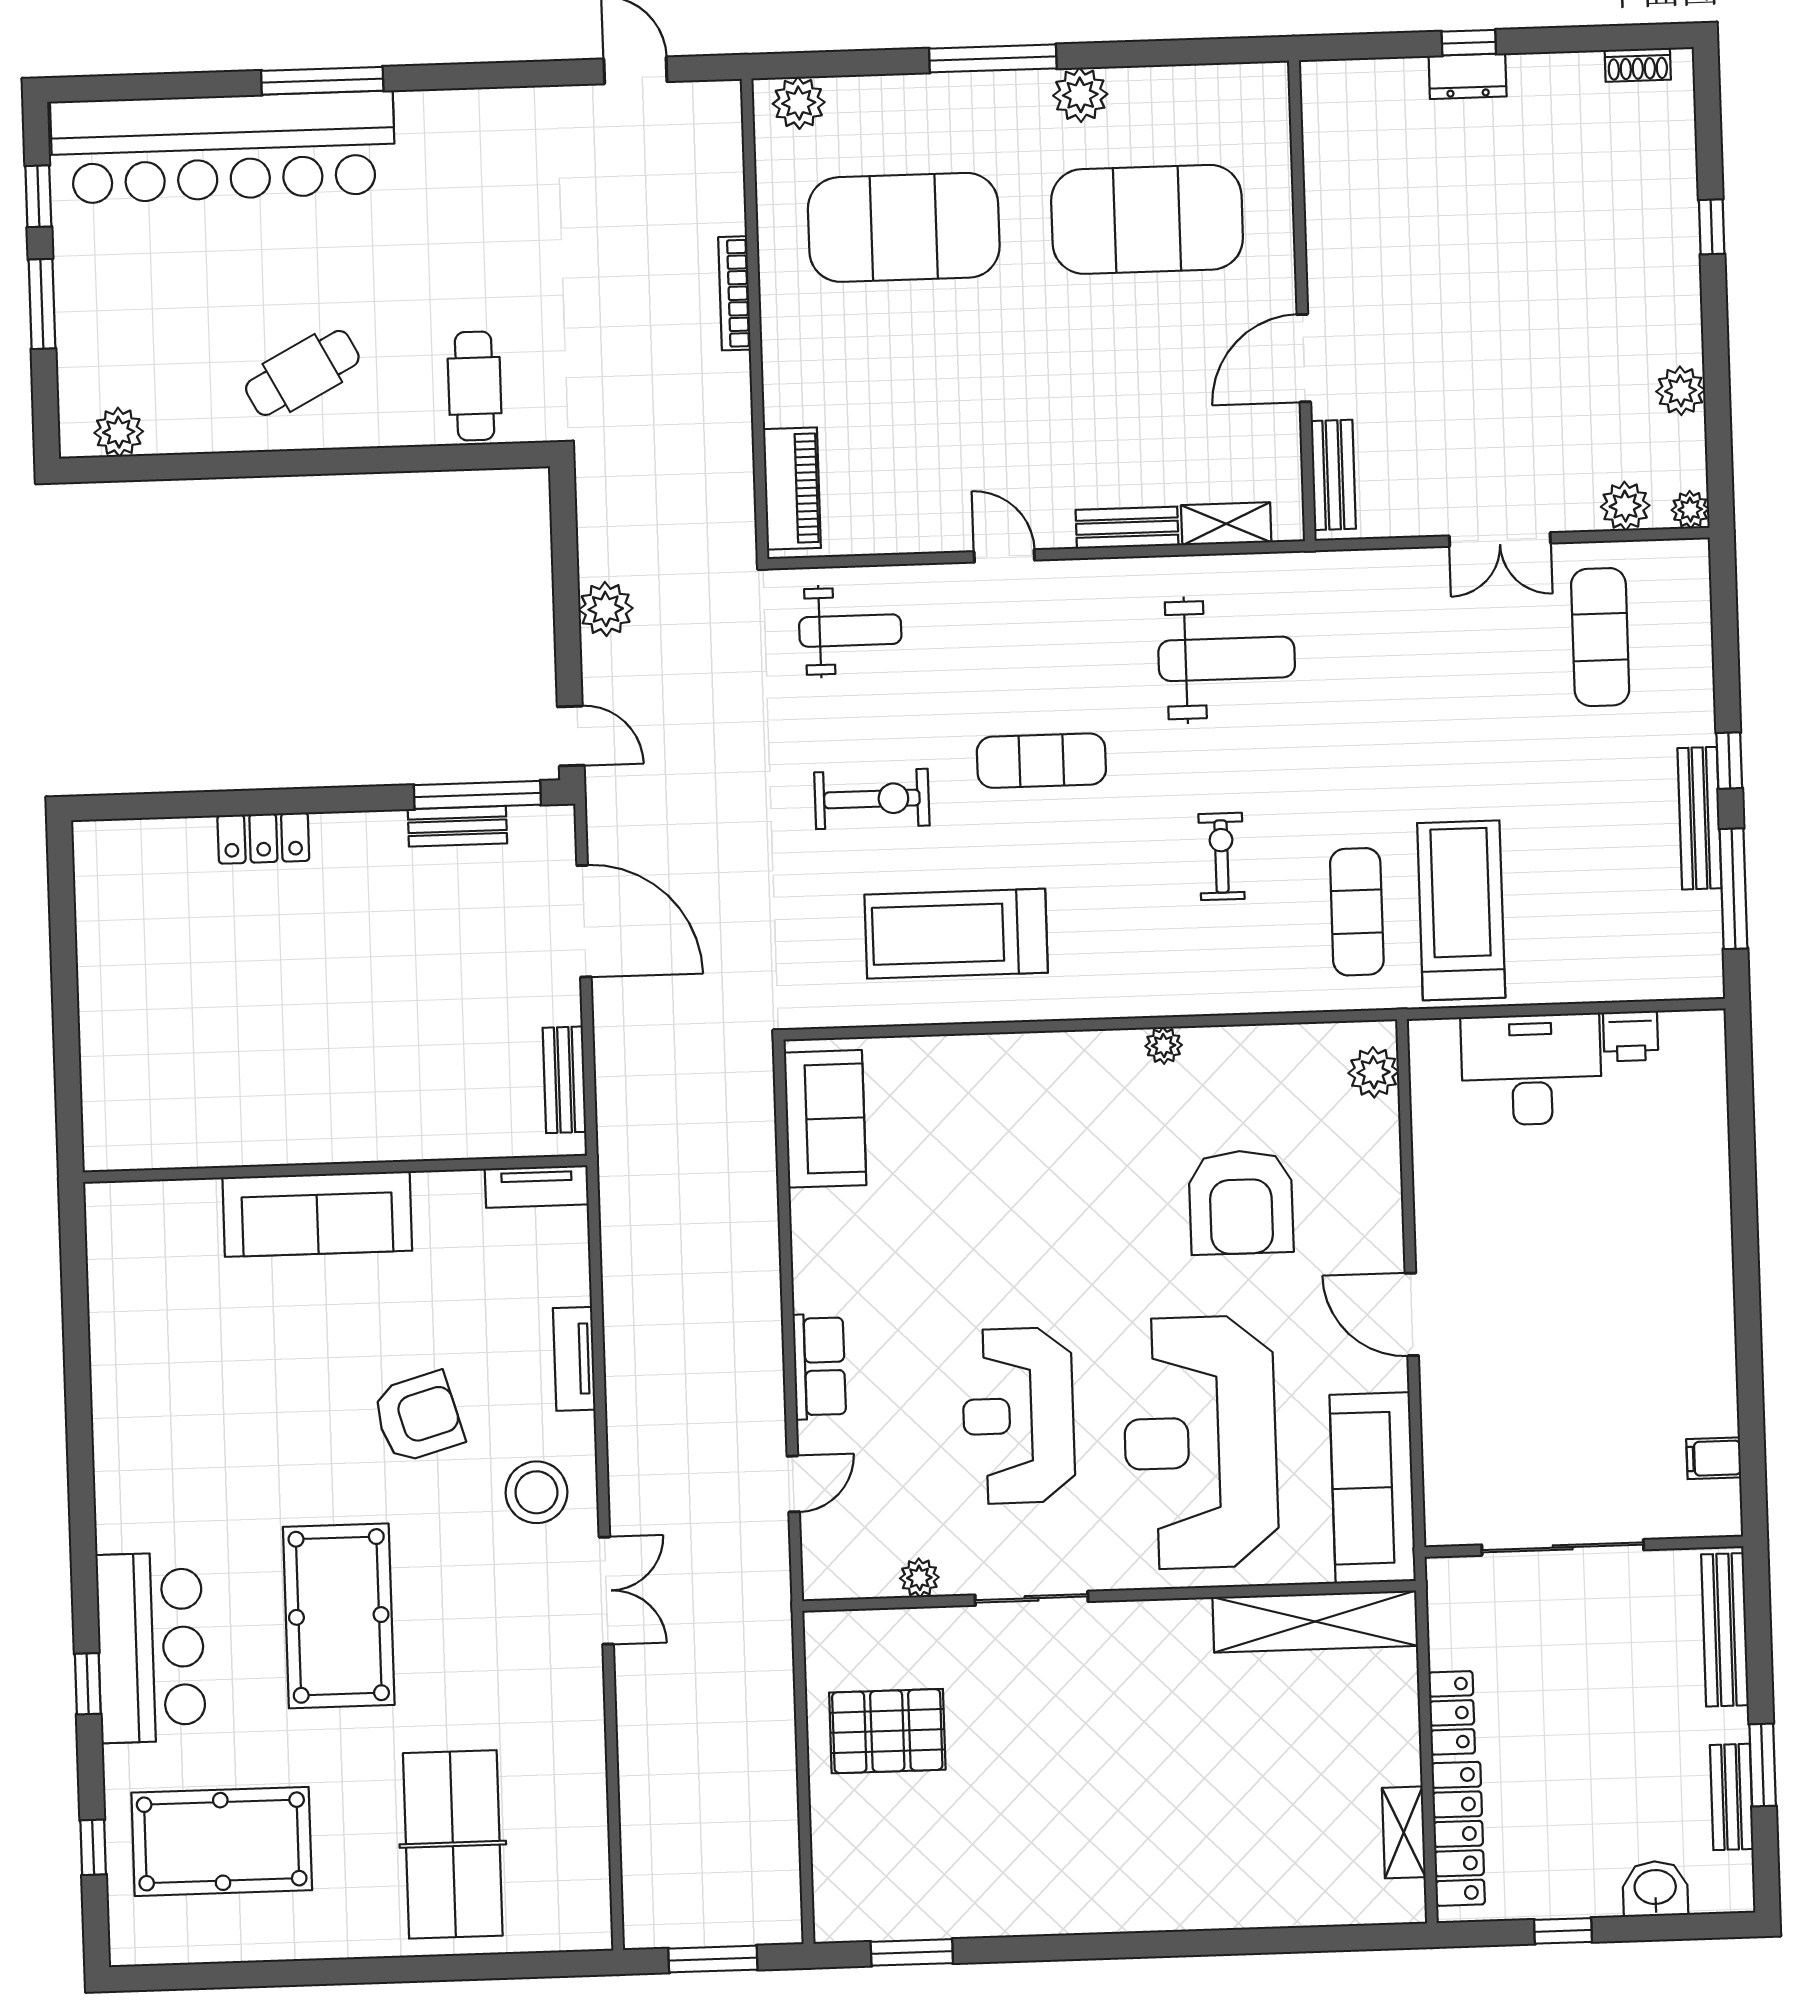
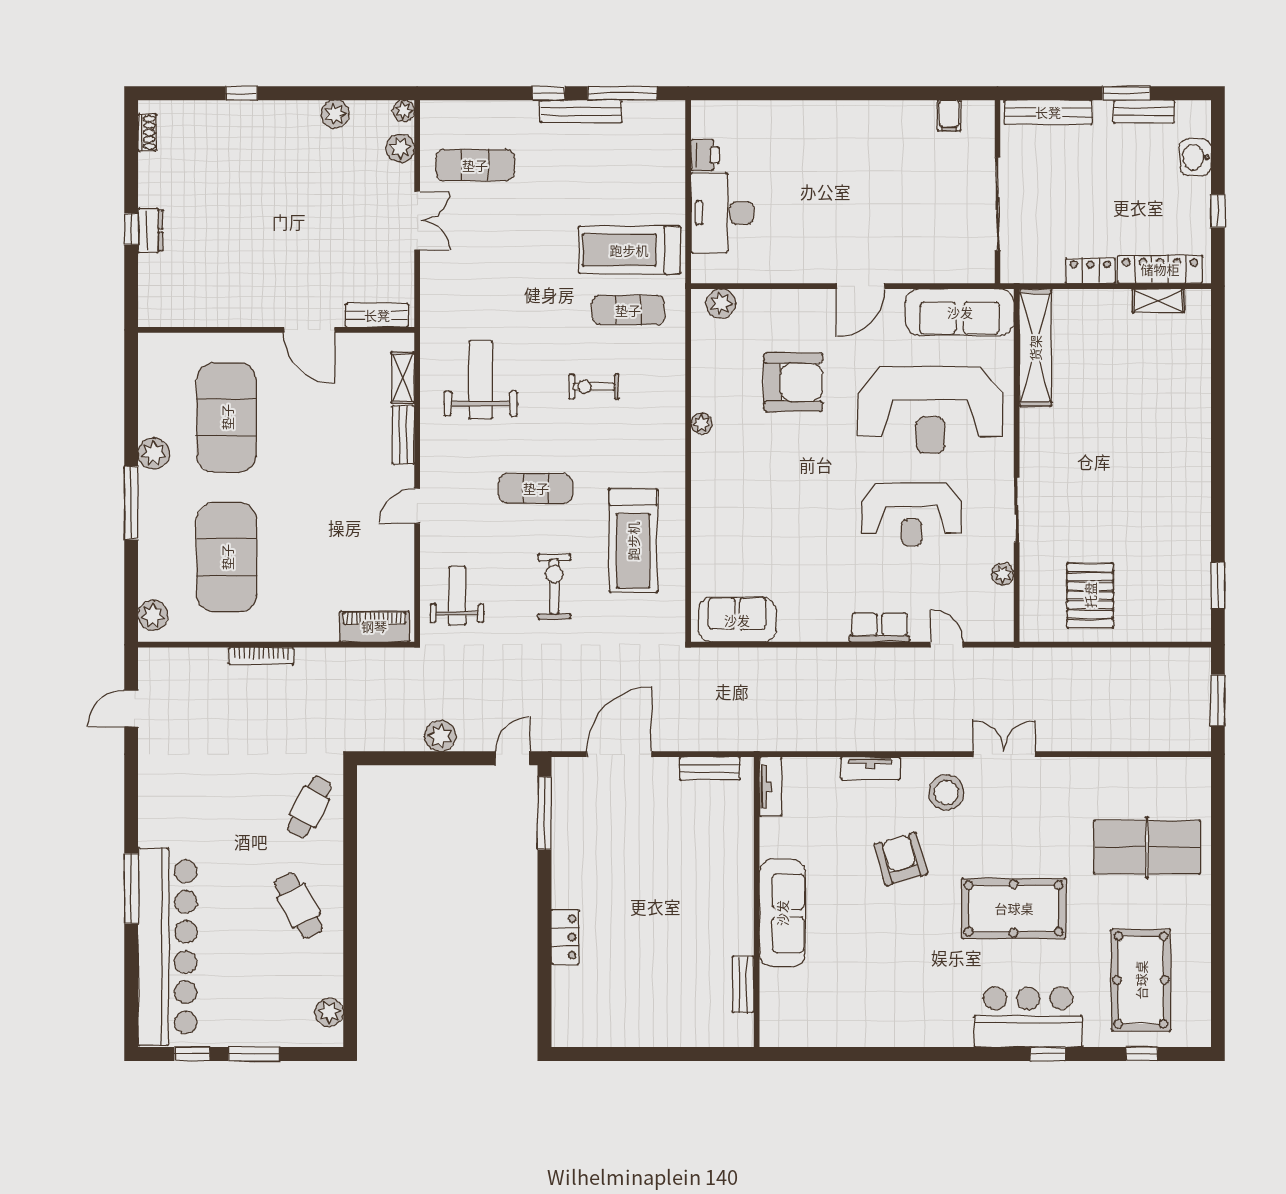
cafe table: (475, 386) -> (309, 807), turned -63
exercise mat: (1041, 761) -> (536, 488), turned 90
bench: (457, 826) -> (743, 984), moved

